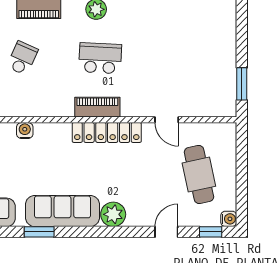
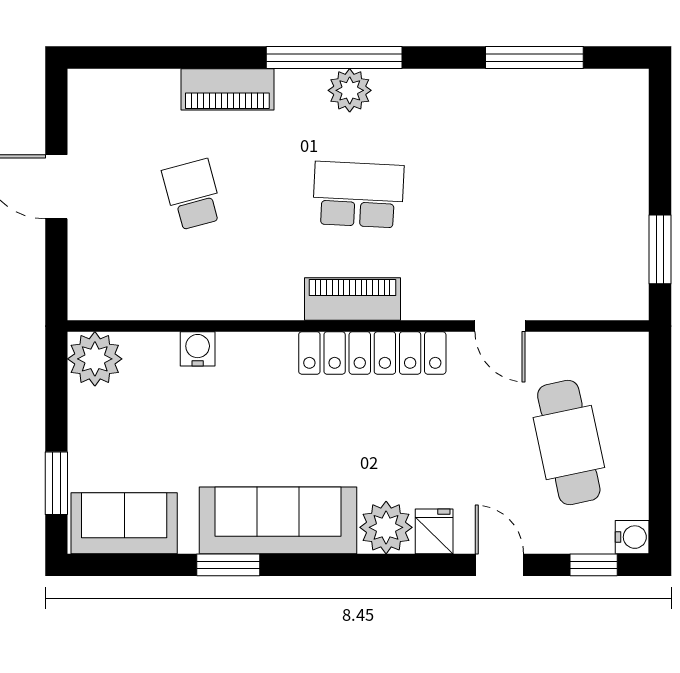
school desk: (22, 58) -> (193, 195), turned -39
fridge: (136, 216) -> (434, 531), added
door: (166, 232) -> (499, 565), hinge flipped

